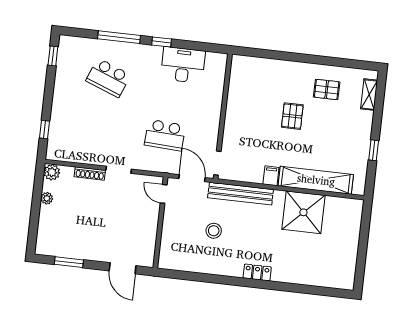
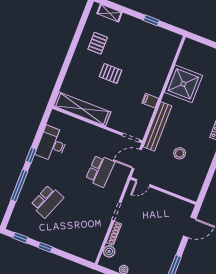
window: (45, 130) -> (45, 247), moved
plant: (52, 172) -> (109, 251), moved
shelving: (316, 180) -> (82, 109), moved, turned 90

